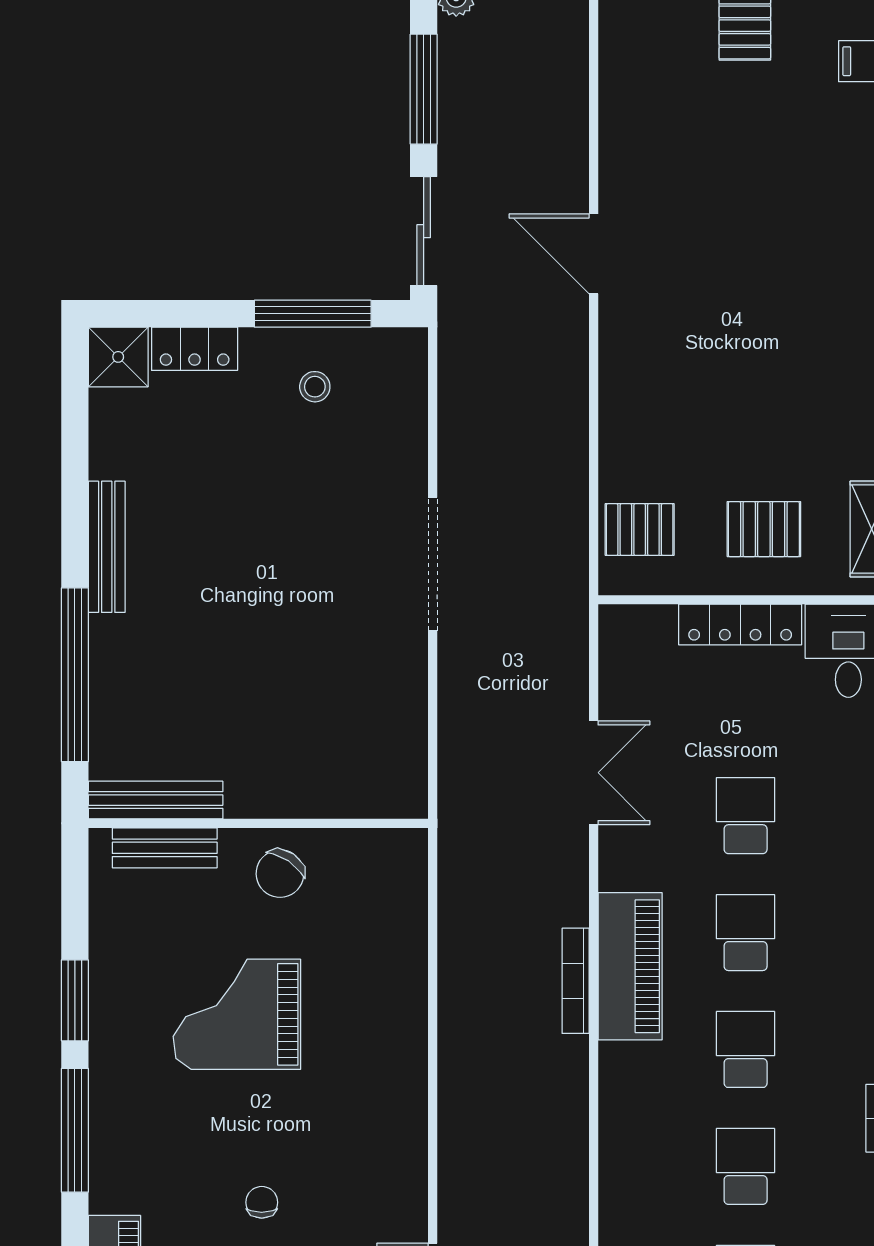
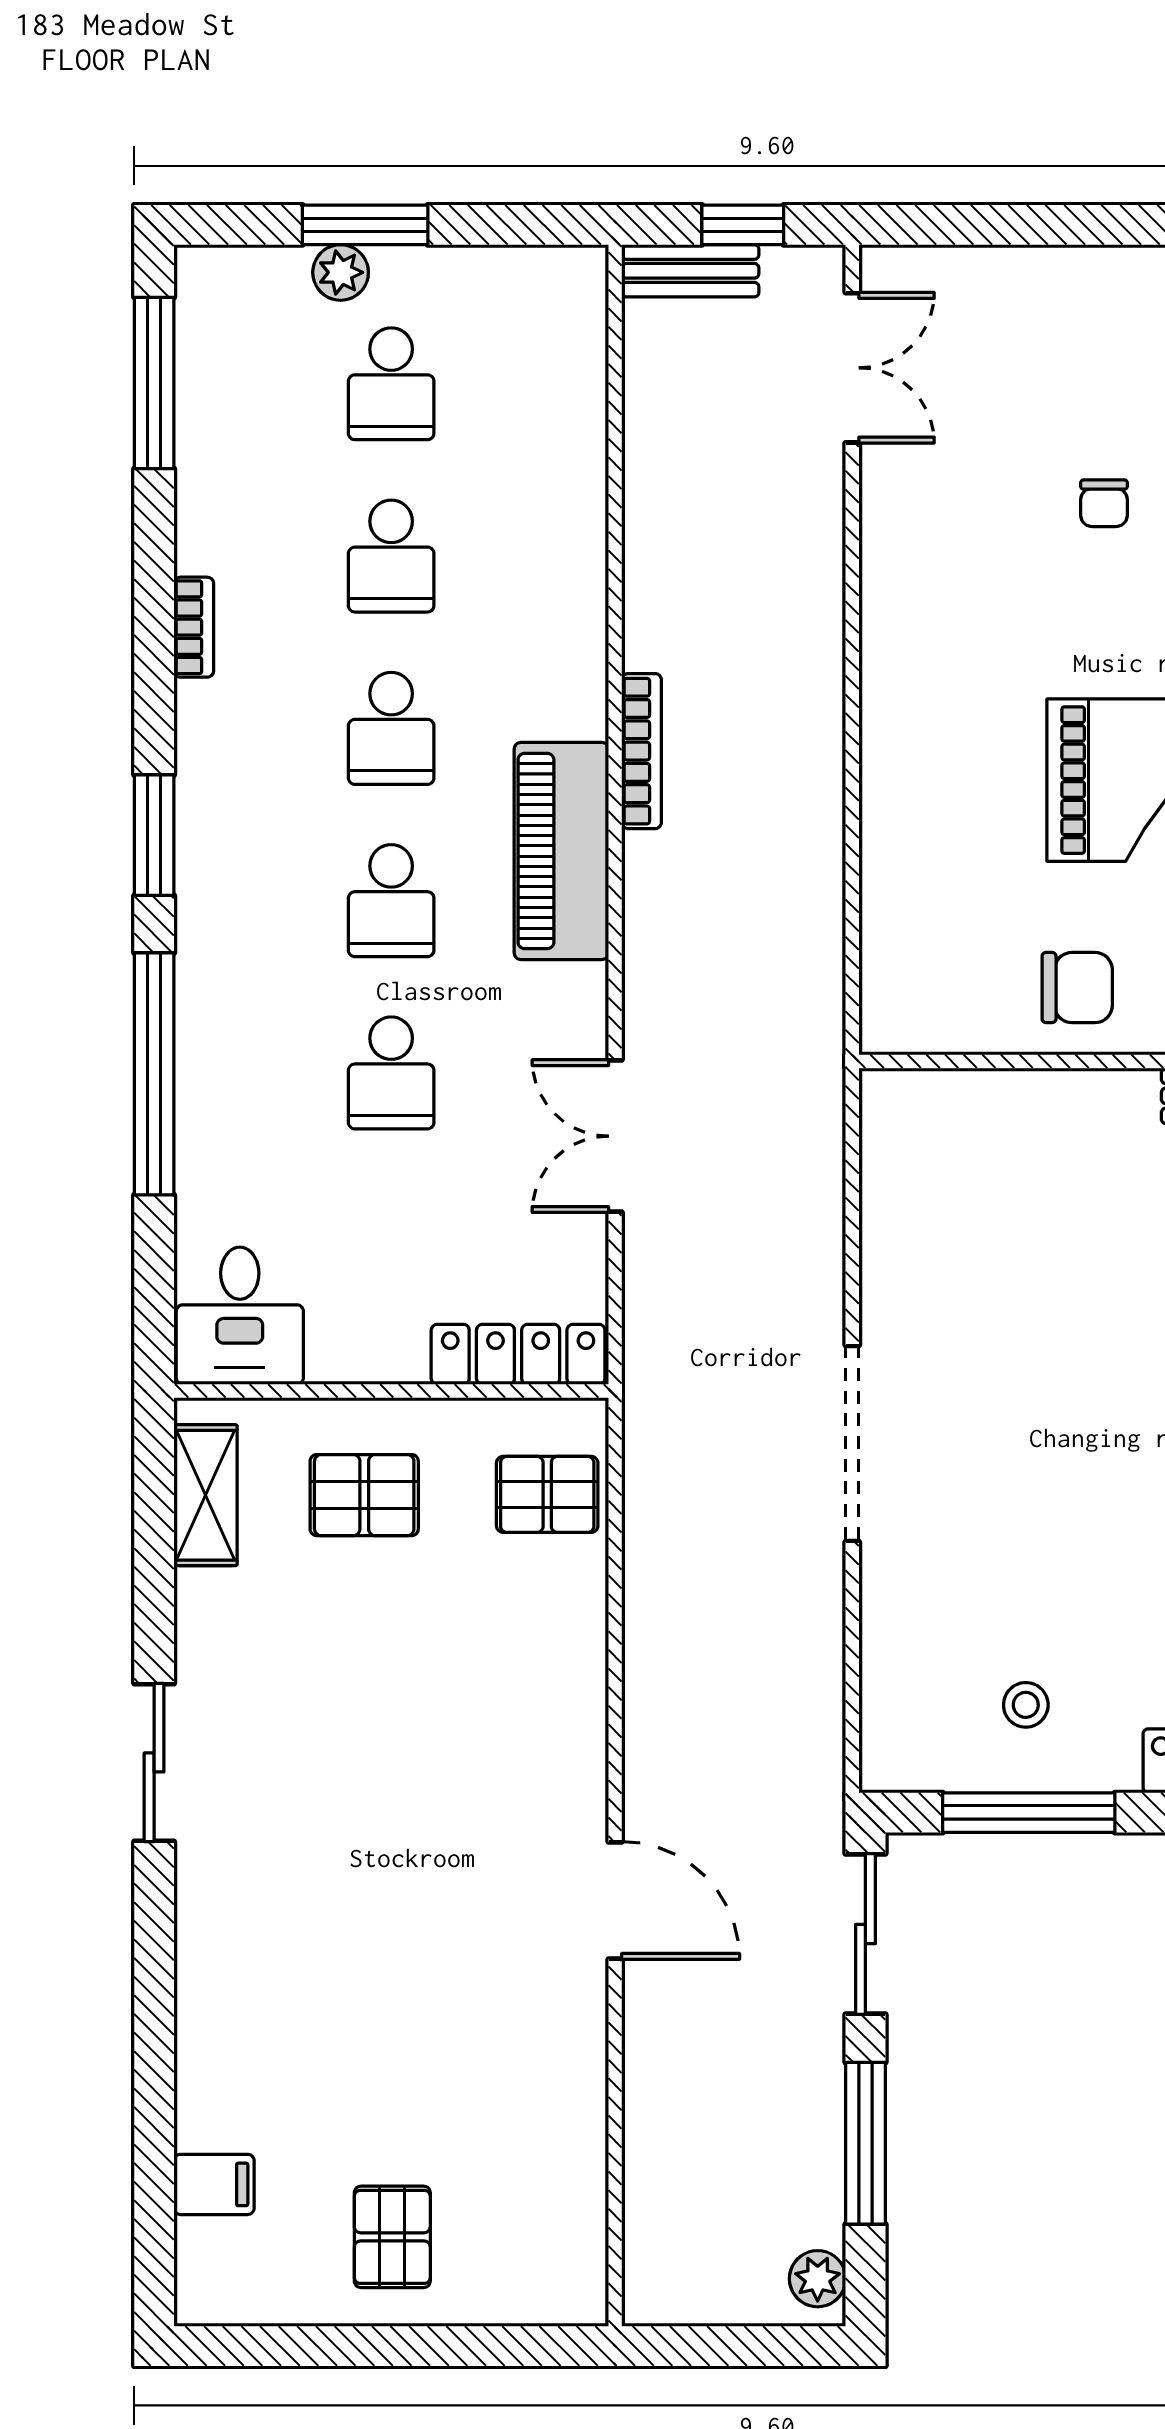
locker: (740, 625) -> (518, 1354), moved
chair: (280, 874) -> (1077, 988), turned 56
bookcase: (576, 981) -> (642, 751), moved

